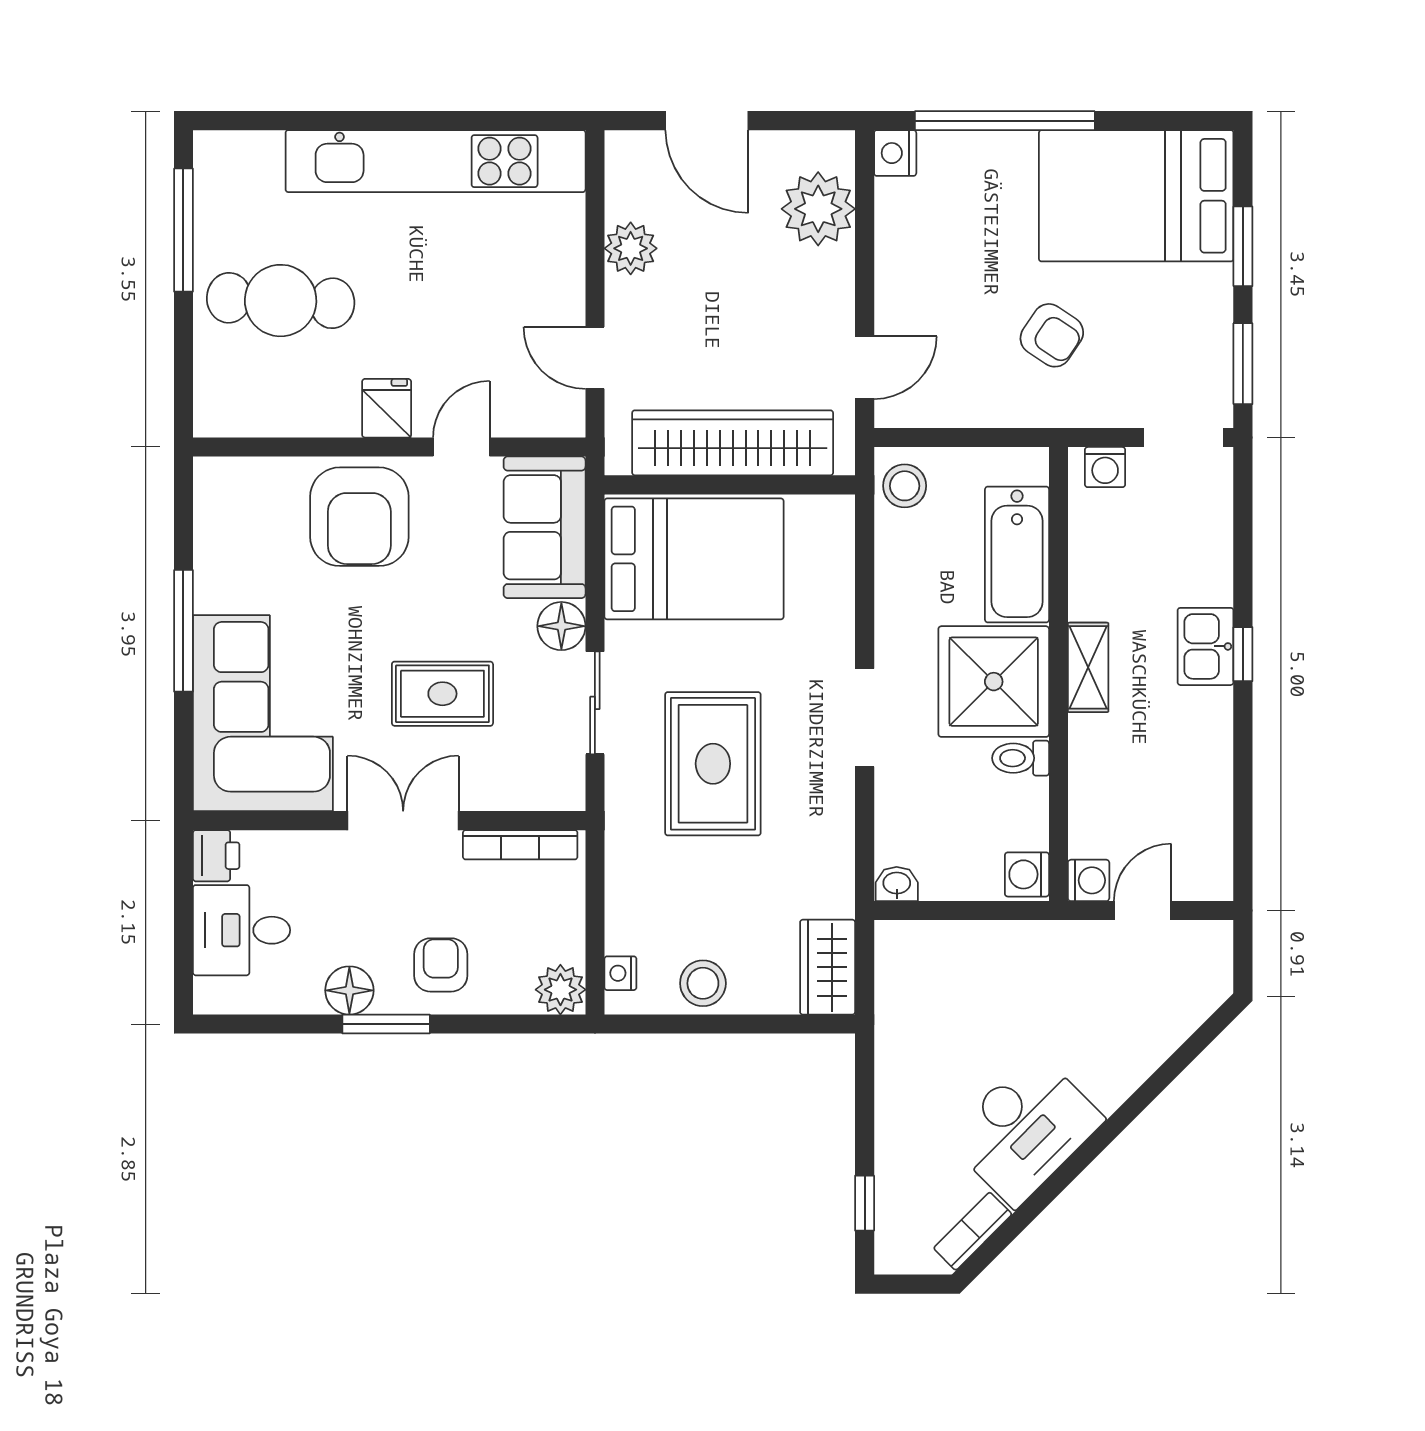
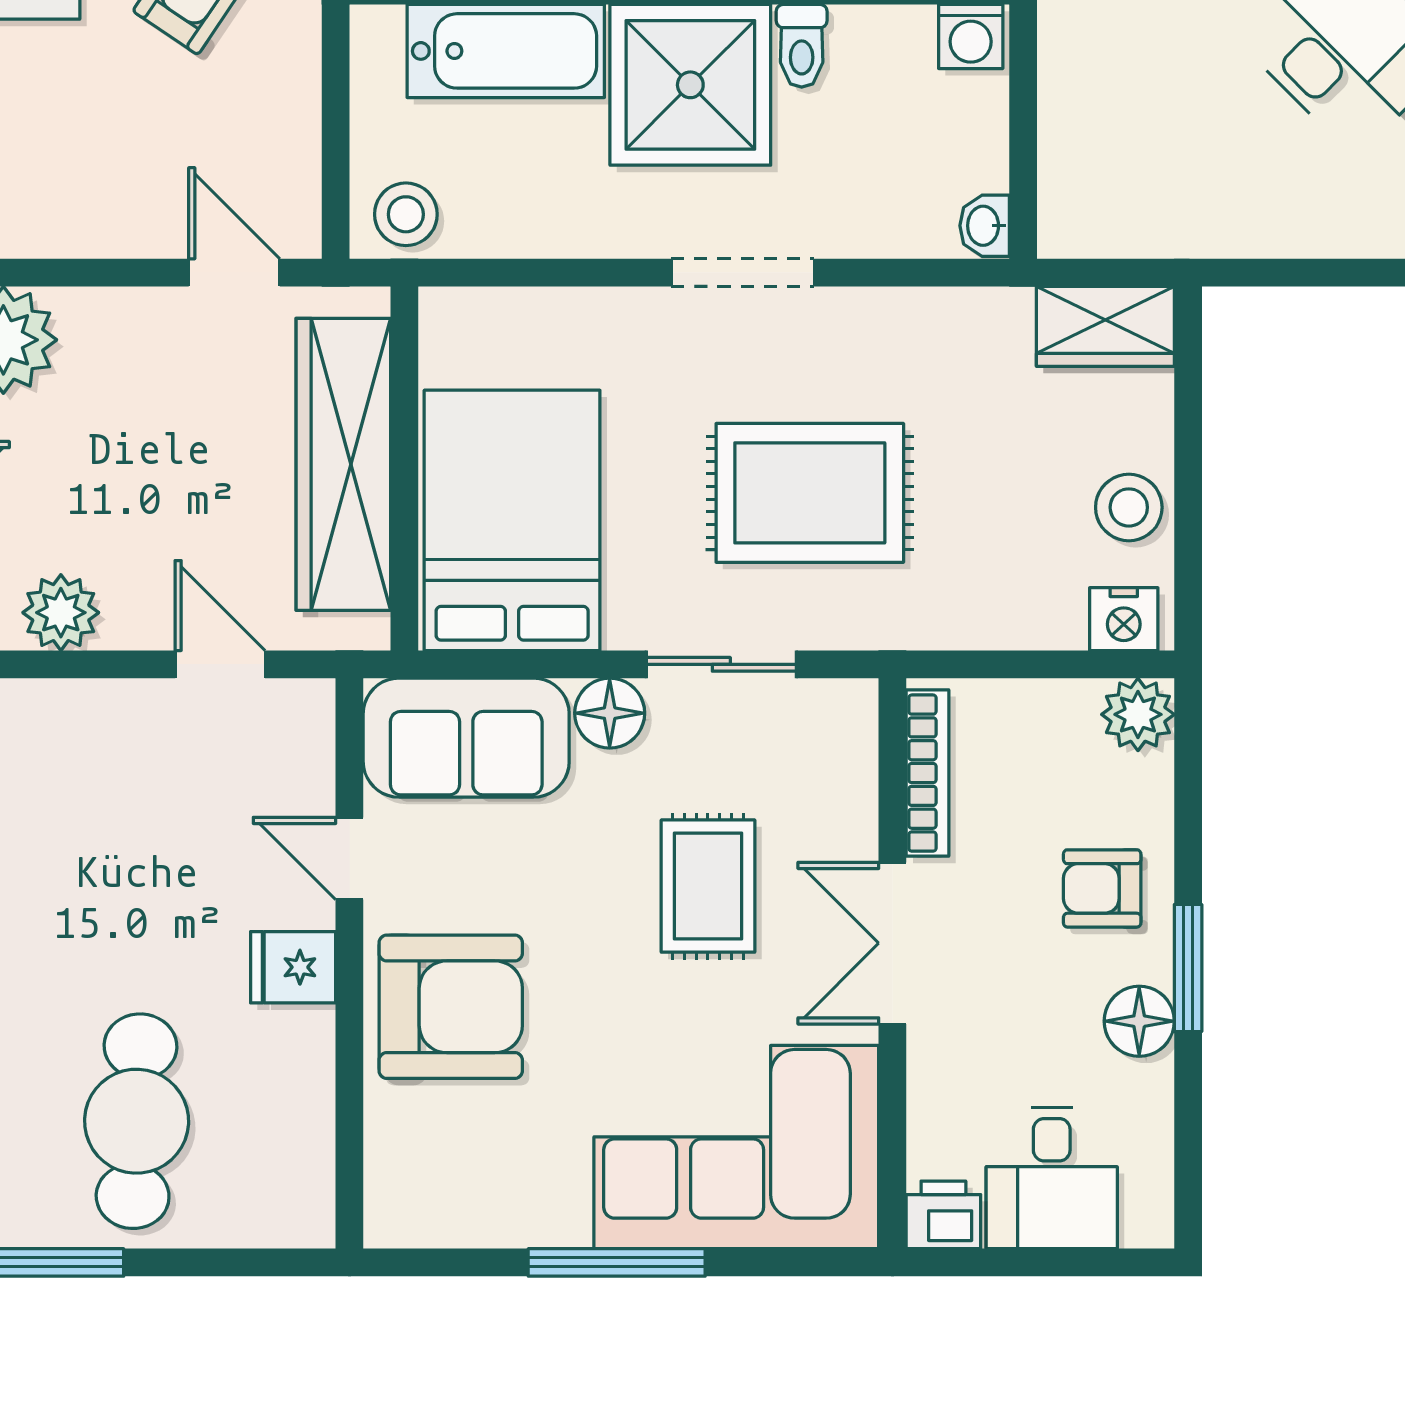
door: (595, 358) -> (220, 664), swing flipped
nightstand: (620, 973) -> (1124, 619), width x1.39, depth x1.35

